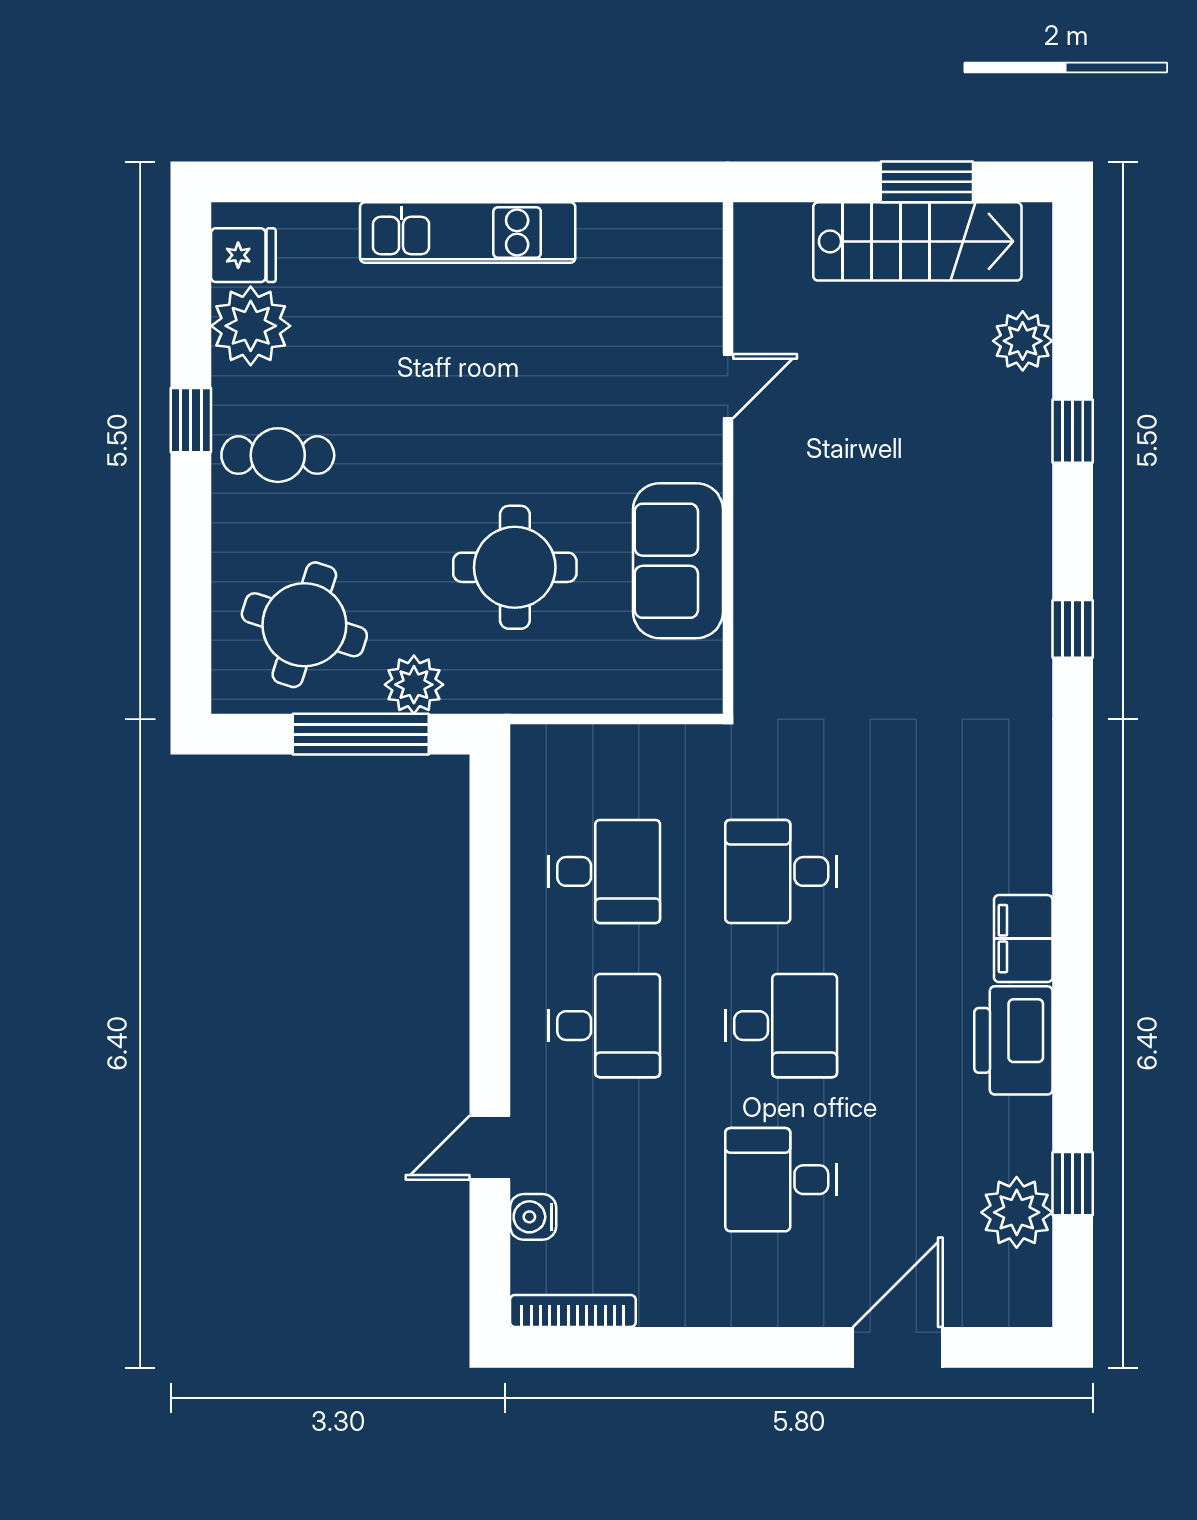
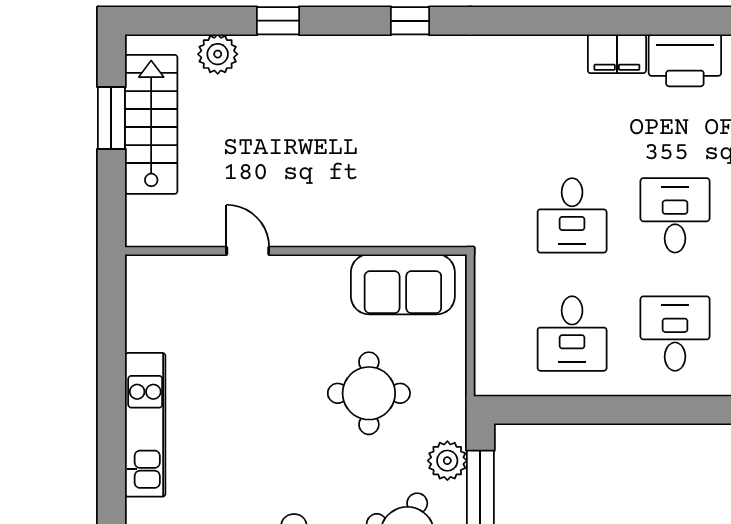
sofa: (678, 561) -> (403, 284), moved
desk: (604, 871) -> (572, 334), turned 180

